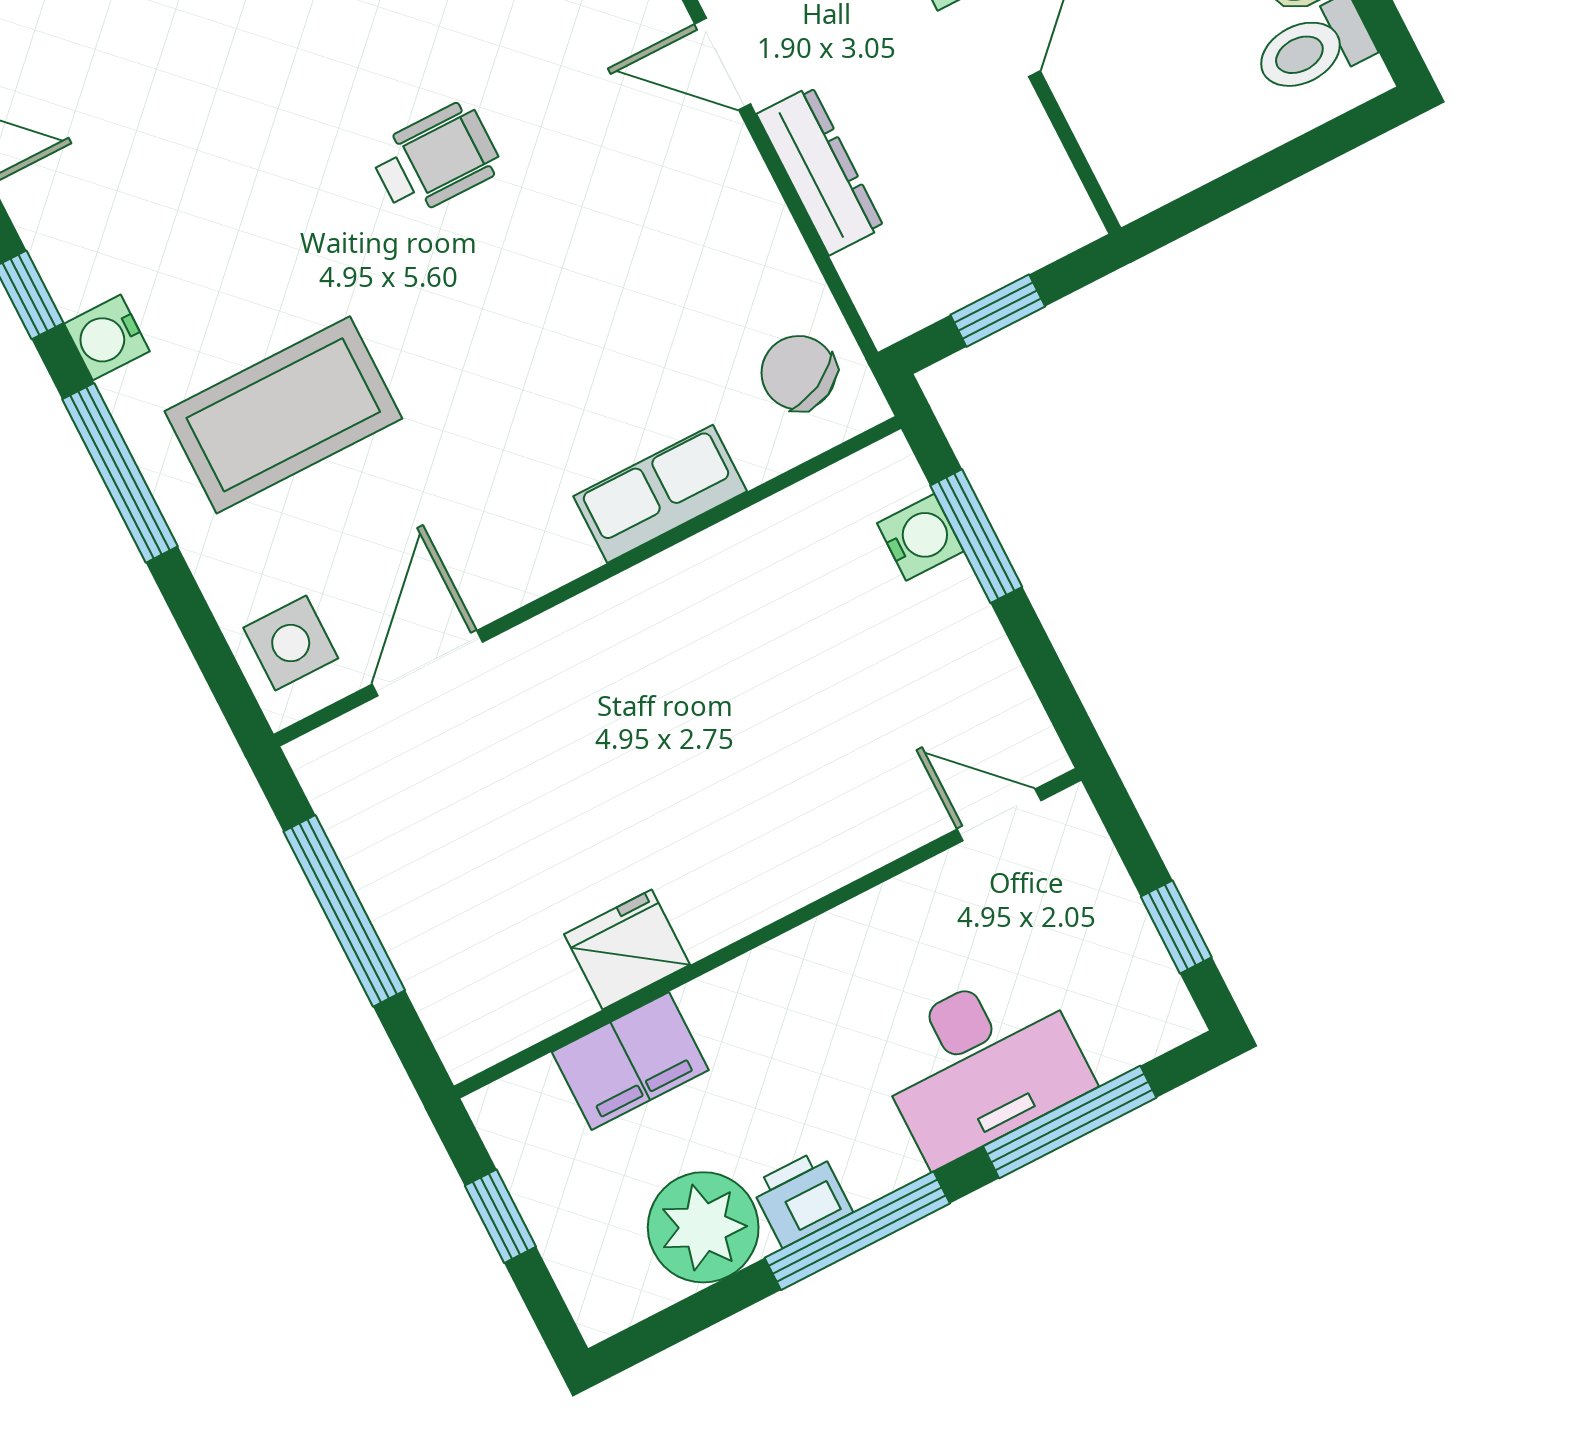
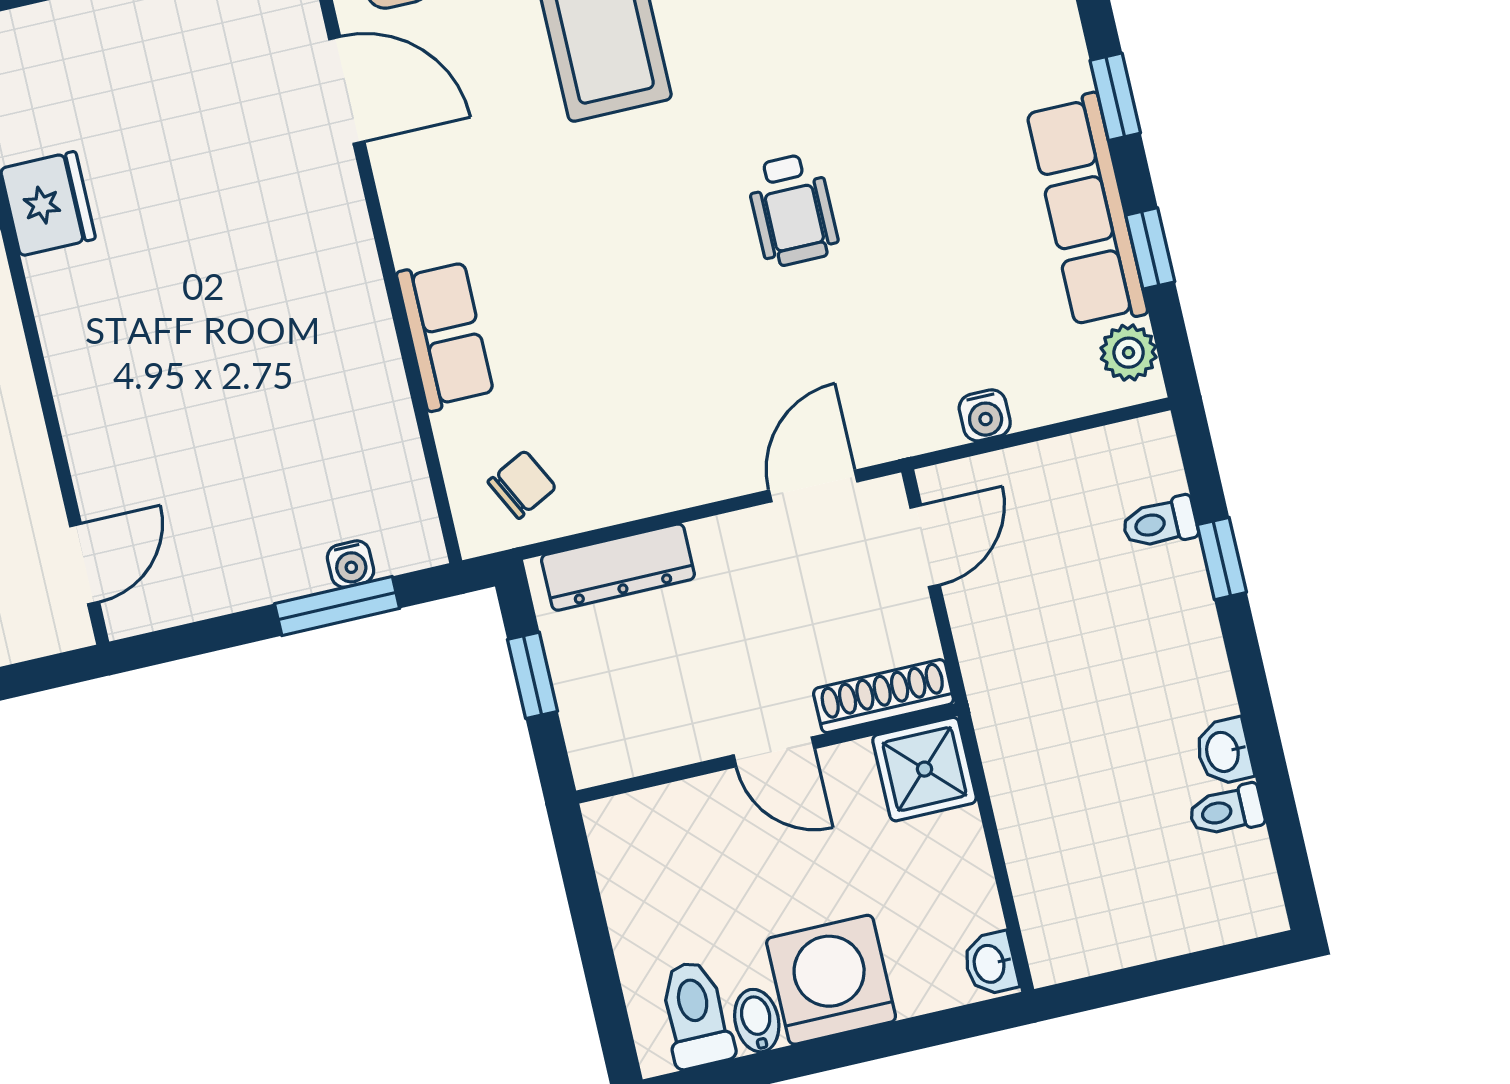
dresser: (820, 171) -> (618, 567), moved
chair: (799, 373) -> (522, 485), width x0.73, depth x0.73
water cooler: (920, 537) -> (351, 564), width x0.72, depth x0.72

